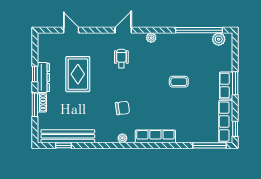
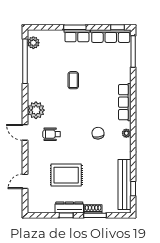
plant: (151, 38) -> (36, 110), width x1.87, depth x1.87

